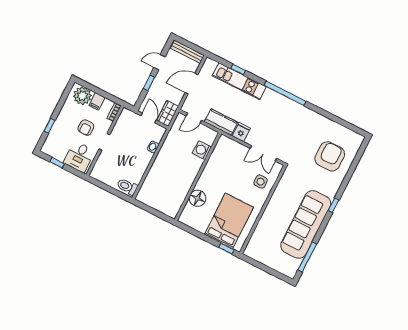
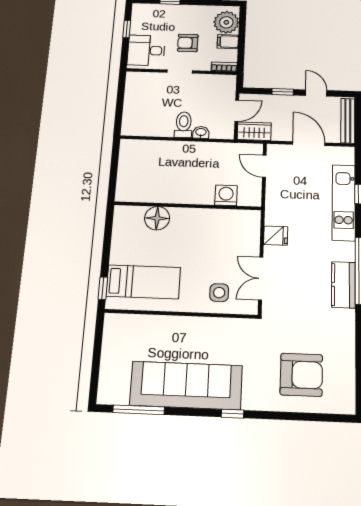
kitchen counter: (221, 122) -> (343, 285), moved, turned 180
toilet: (127, 187) -> (184, 125), moved
bed: (229, 221) -> (143, 282), width x0.67

